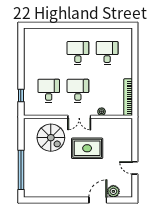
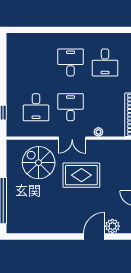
desk: (107, 53) -> (105, 62), turned 180
desk: (49, 91) -> (36, 107), turned 180
spiral stairs: (51, 138) -> (39, 163), turned 180

